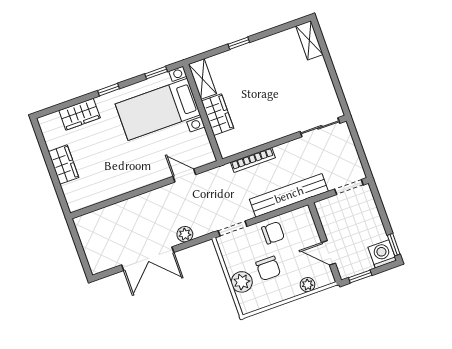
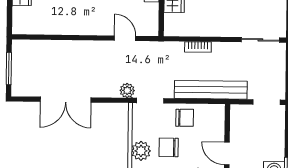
bookcase: (253, 160) -> (198, 47), width x0.64
plant: (185, 234) -> (127, 90), moved
window: (80, 249) -> (9, 69), added
chair: (268, 268) -> (169, 147), turned 90

